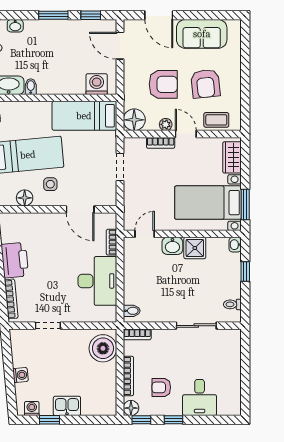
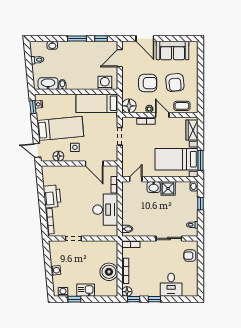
door: (120, 46) -> (120, 58), hinge flipped
boiler: (103, 348) -> (109, 272), moved
armchair: (161, 387) -> (190, 256), moved

